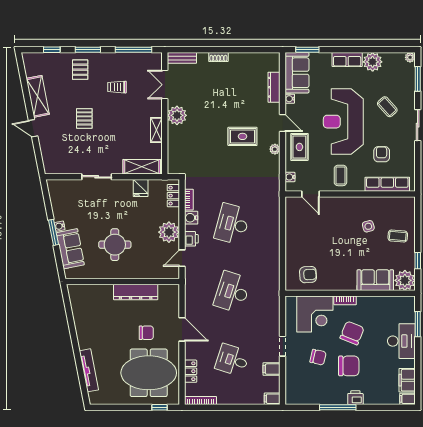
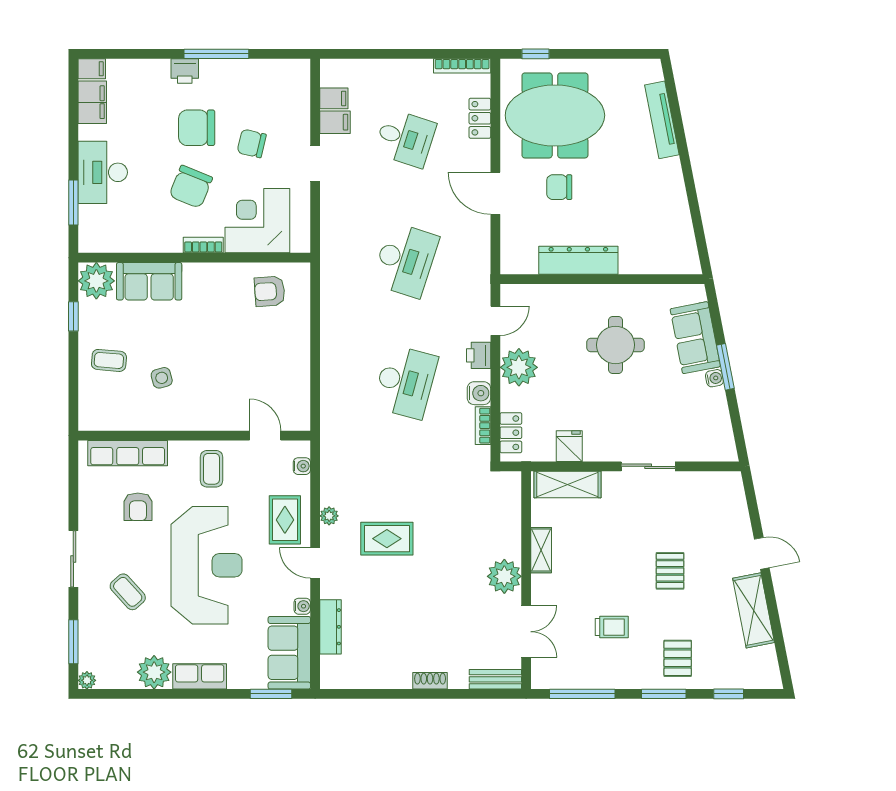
filing cabinet: (272, 399) -> (334, 98), moved

